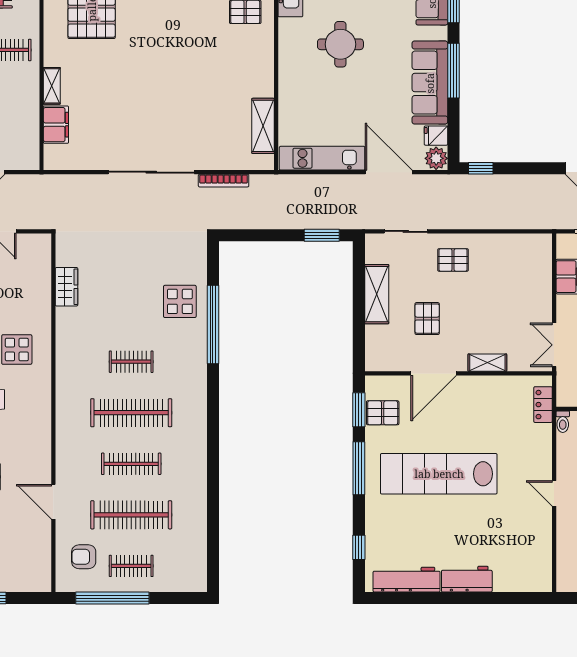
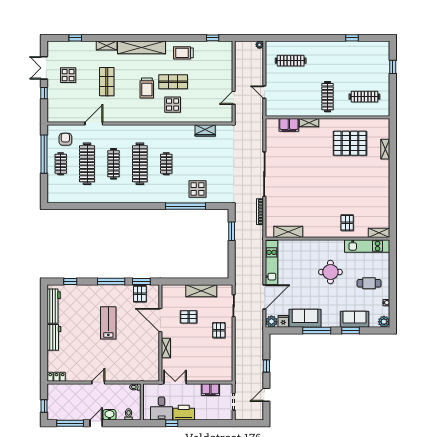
sofa: (430, 83) -> (305, 318), width x0.73
window: (481, 168) -> (266, 366), moved
window: (322, 235) -> (232, 231), moved
locker: (543, 405) -> (56, 377), moved
lab bench: (439, 474) -> (108, 323), width x0.54, depth x0.72

